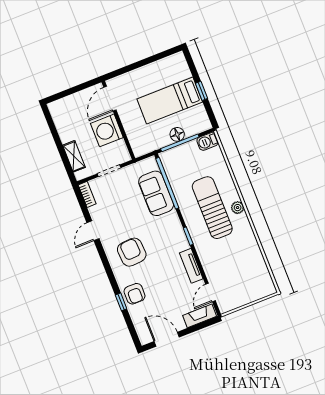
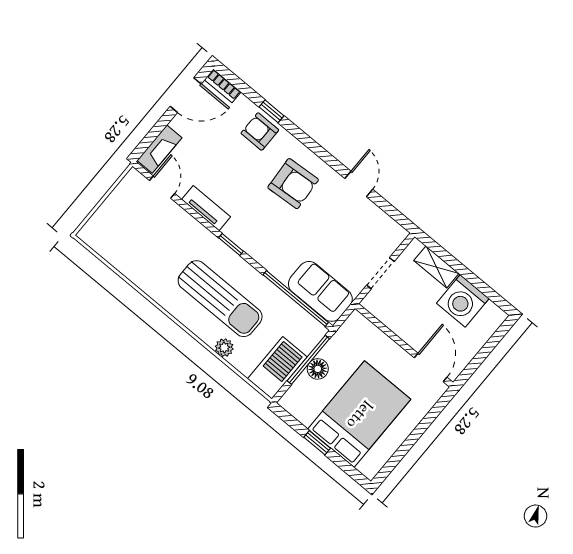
bed: (170, 101) -> (359, 414), width x1.50
washing machine: (107, 130) -> (463, 301), moved, turned 180
barbecue: (208, 141) -> (277, 368), width x1.88, depth x1.53
sofa: (156, 193) -> (320, 291), moved
bookcase: (87, 194) -> (223, 86), moved
plant: (238, 208) -> (224, 348), moved

